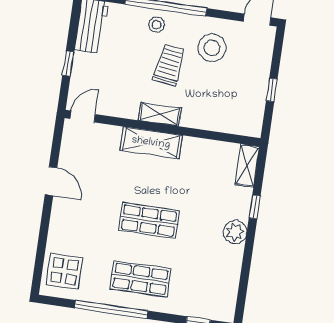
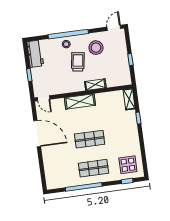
shelving: (160, 114) -> (95, 85), moved
door: (83, 117) -> (43, 98), swing flipped
door: (51, 181) -> (37, 134), width x1.87
plant: (235, 232) -> (132, 133), removed
display table: (64, 271) -> (128, 165), moved

